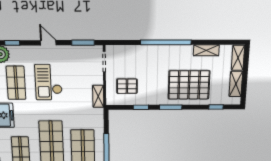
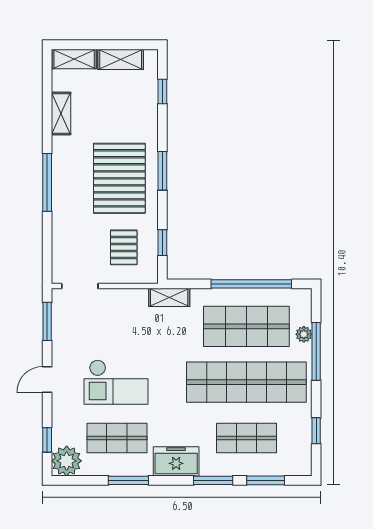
window: (166, 42) -> (47, 182), width x0.68
pallet: (189, 85) -> (119, 178), moved
shelving: (98, 96) -> (169, 297), moved
window: (141, 107) -> (162, 243), moved

